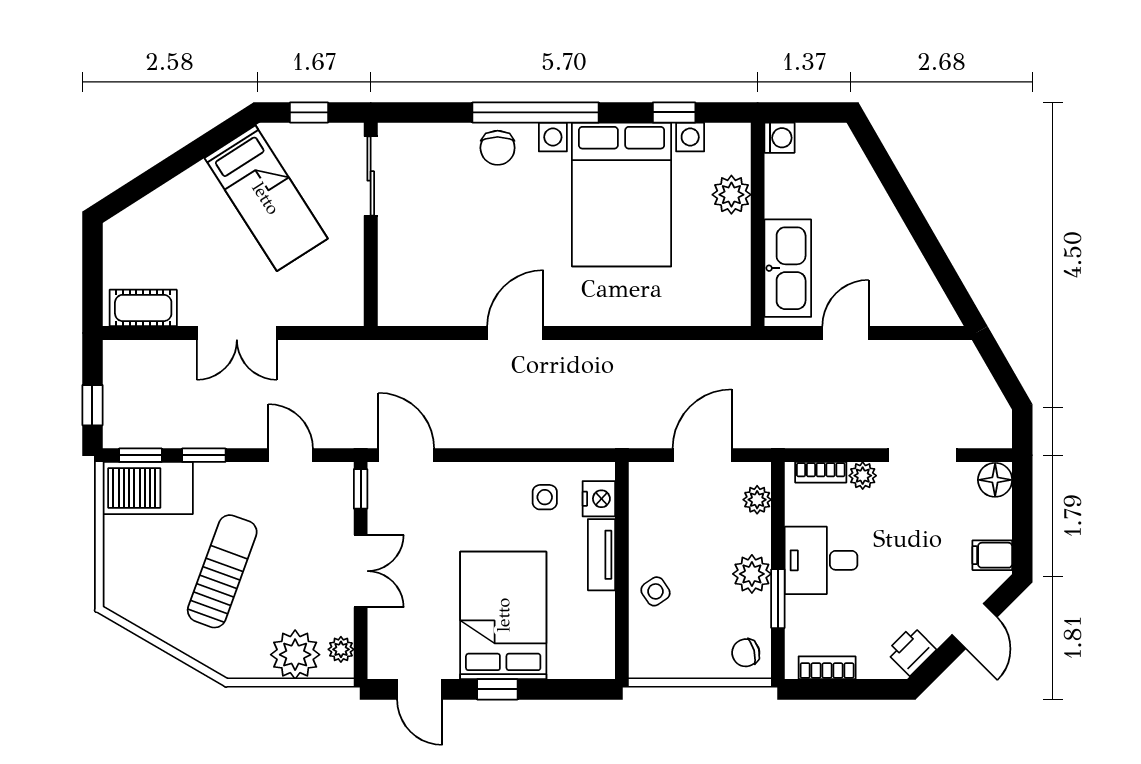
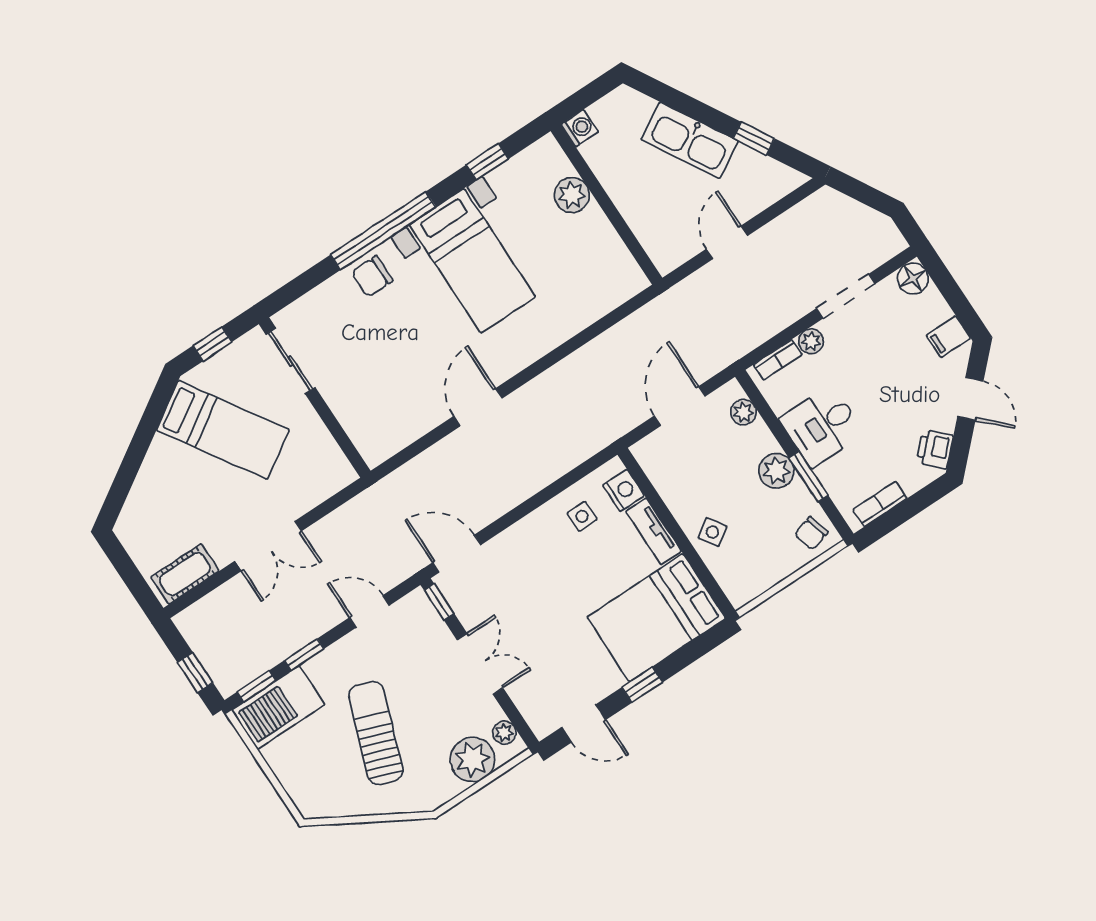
chair: (498, 148) -> (372, 276), turned 90
bed with nightstands: (622, 195) -> (472, 261), width x0.73
window: (934, 253) -> (754, 138), added
kitchen sink: (788, 268) -> (690, 140), moved, turned 150
bed: (503, 615) -> (656, 618), moved, turned -90

